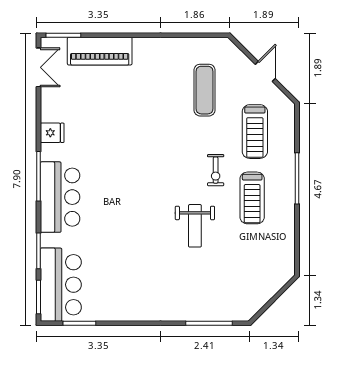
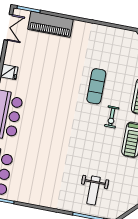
exercise mat: (205, 90) -> (96, 86), moved
weight bench: (195, 226) -> (93, 190), moved

